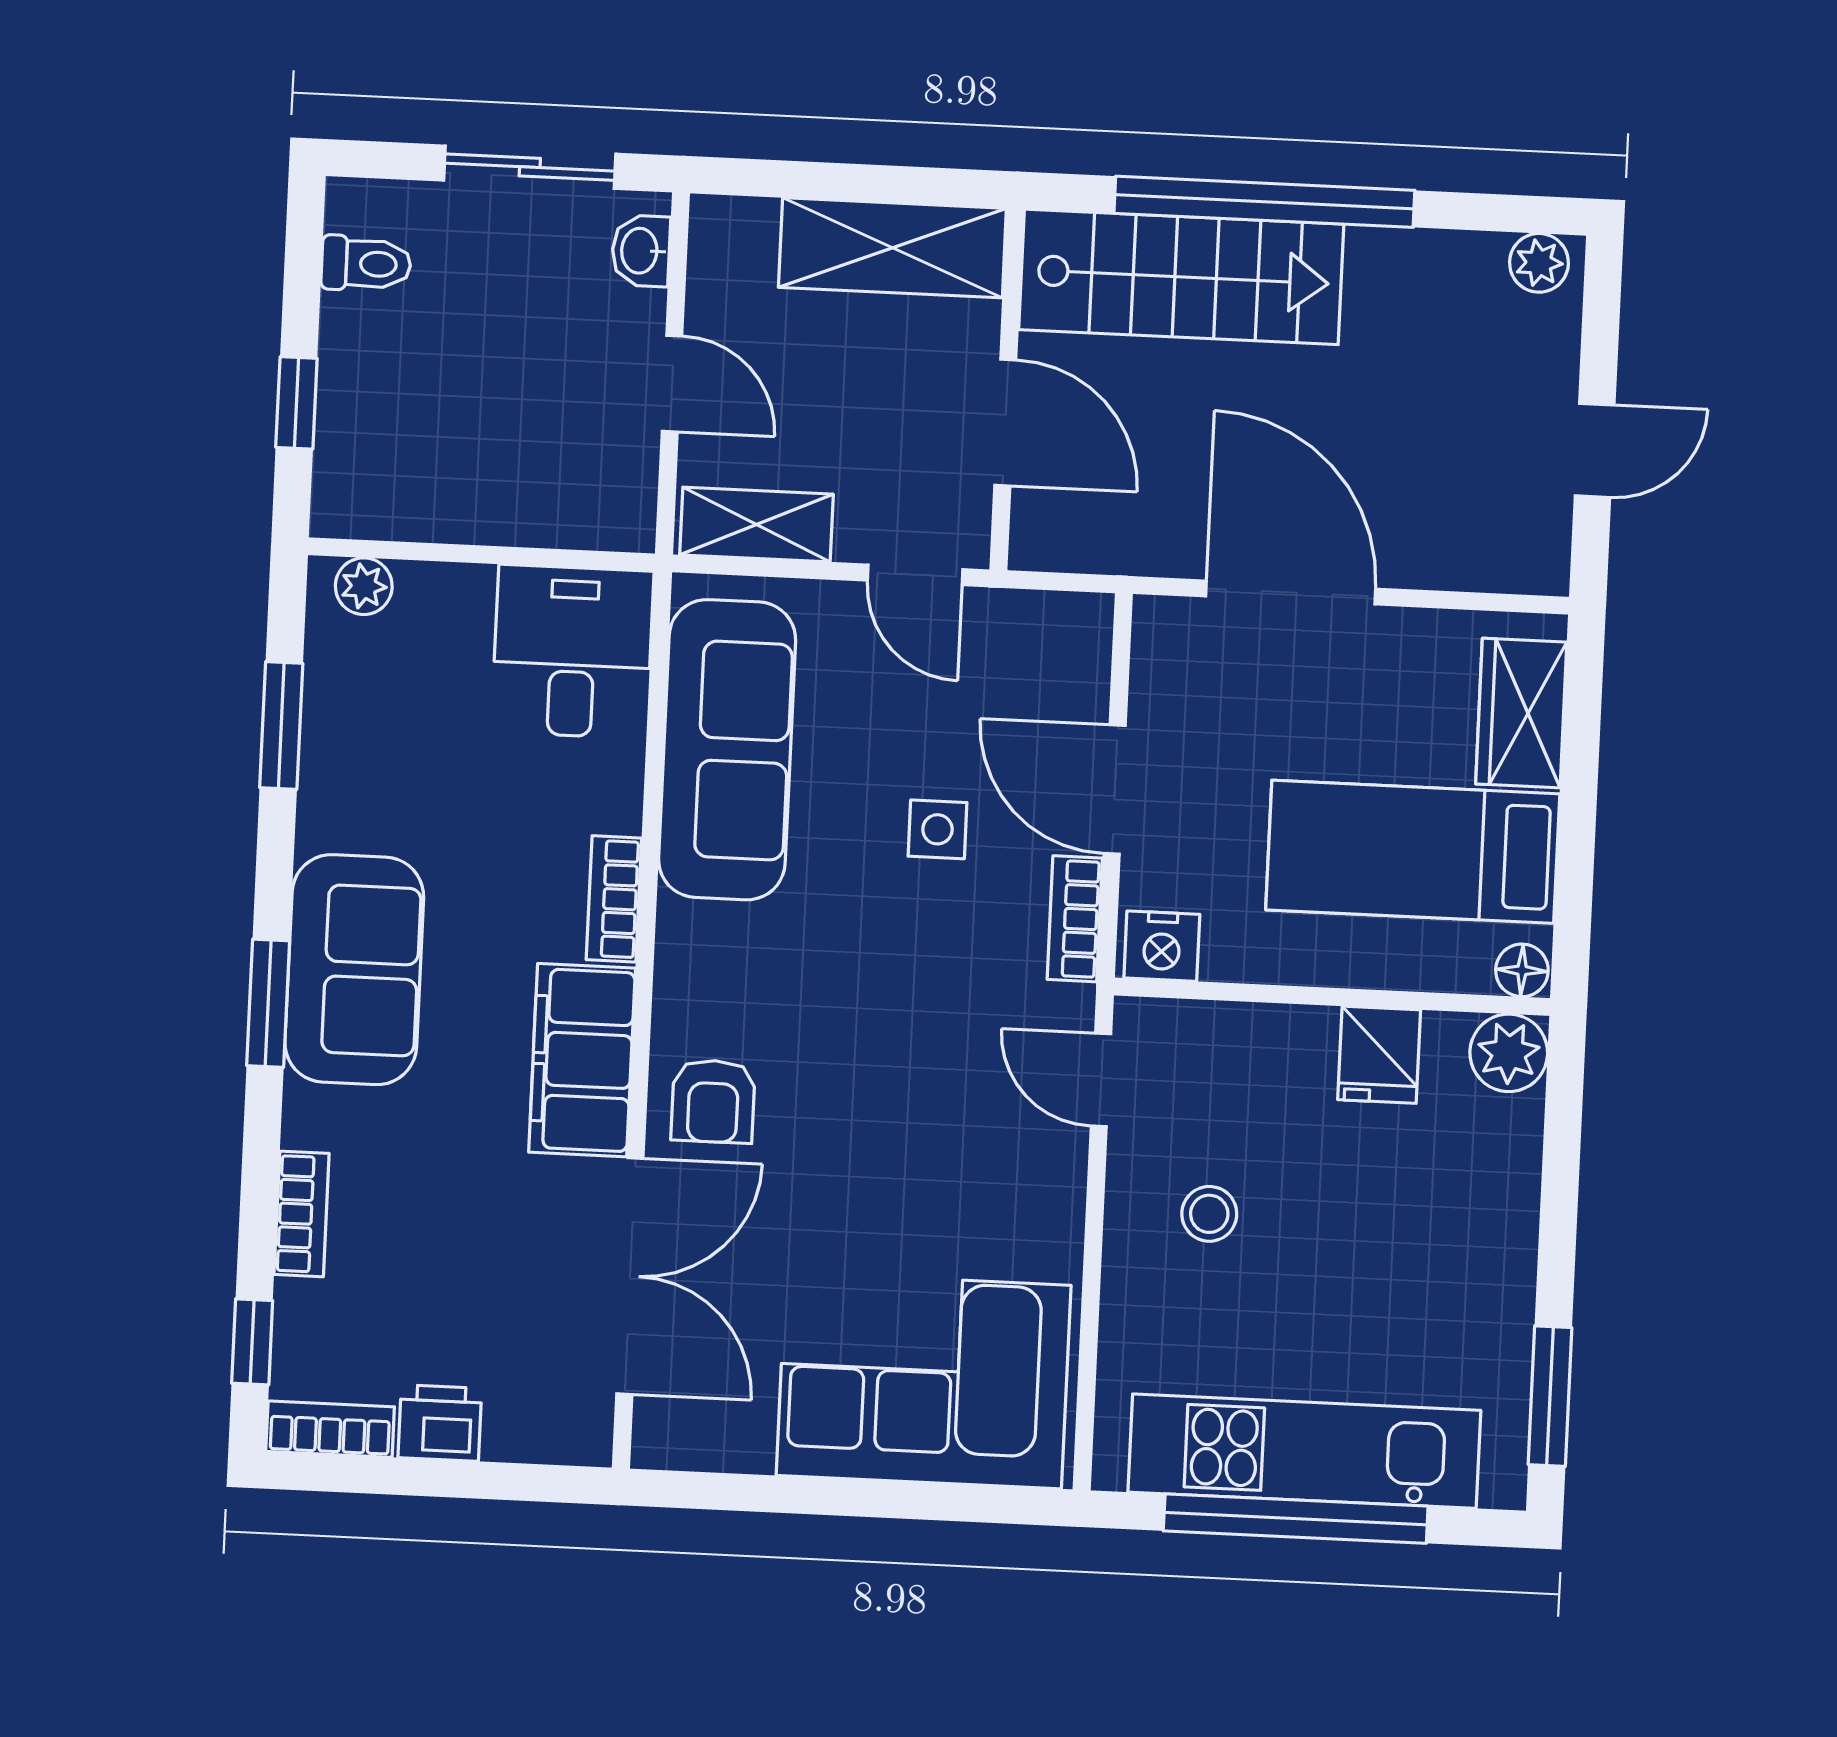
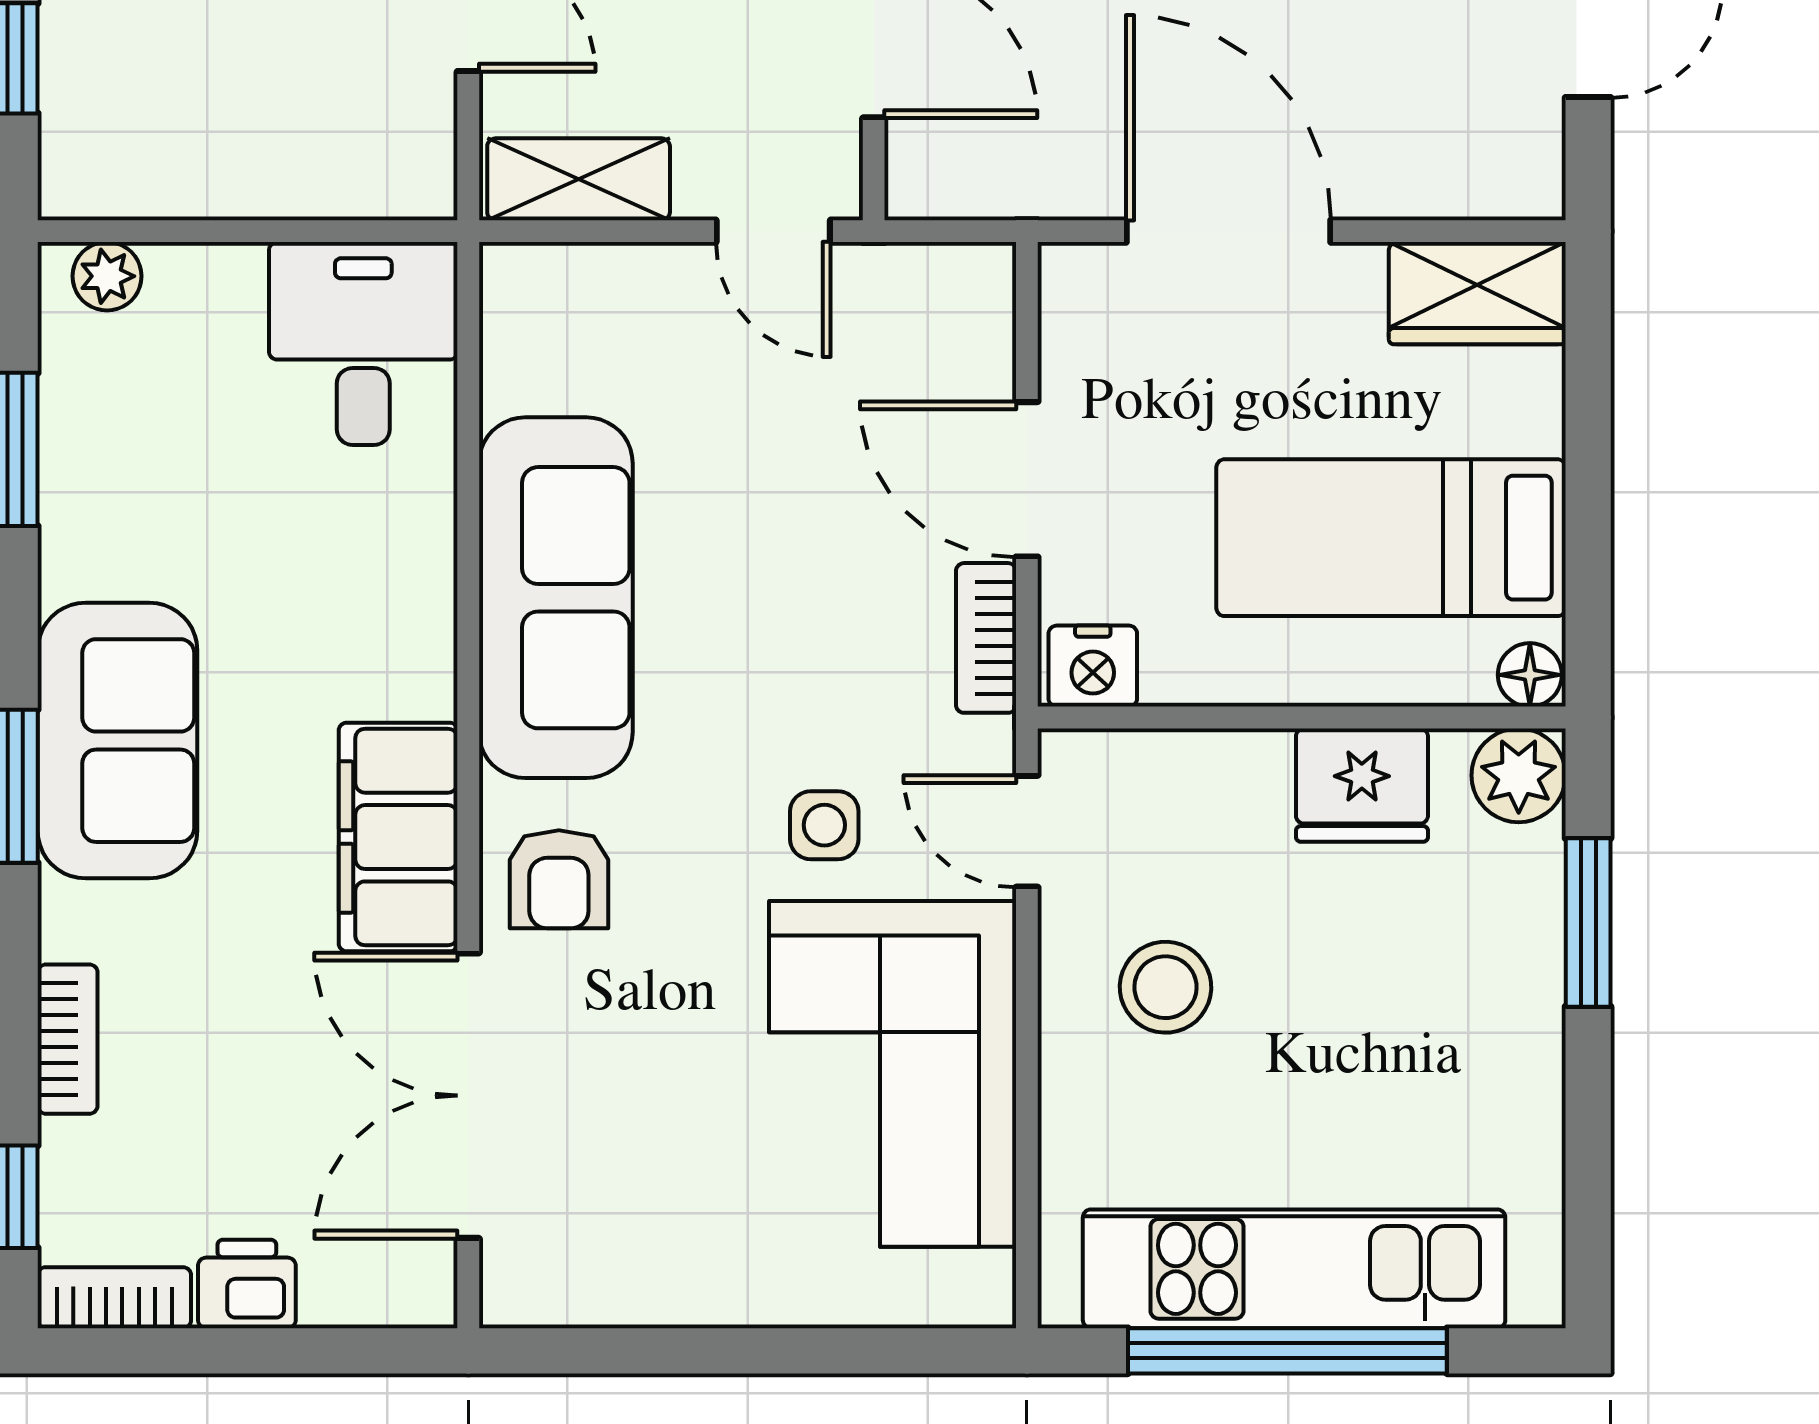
wardrobe: (1521, 713) -> (1477, 293), moved, turned -90
sofa: (727, 750) -> (556, 598), moved
side table: (937, 829) -> (824, 825), moved
bookcase: (614, 899) -> (427, 640), removed
fridge: (1379, 1055) -> (1362, 785), width x1.38
stool: (1209, 1214) -> (1166, 987), width x1.37, depth x1.37
double door: (630, 1276) -> (468, 1096), swing flipped
corner sofa: (924, 1380) -> (893, 1074), moved, turned -90
window: (1550, 1396) -> (1588, 922), moved

